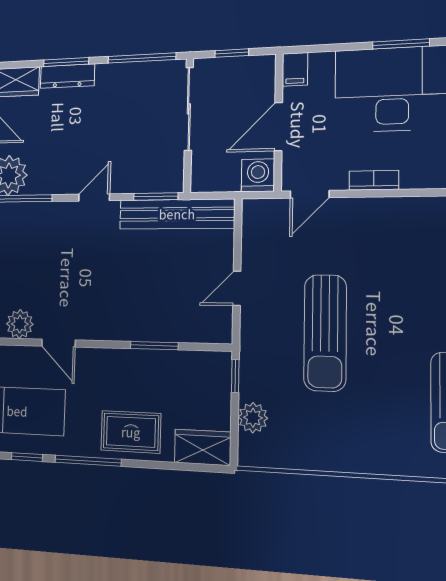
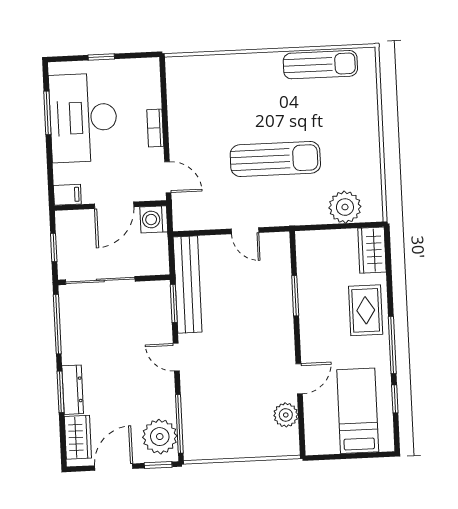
door: (278, 127) -> (114, 205), hinge flipped
window: (235, 376) -> (314, 227), removed
plant: (253, 418) -> (345, 207), width x1.36, depth x1.36

